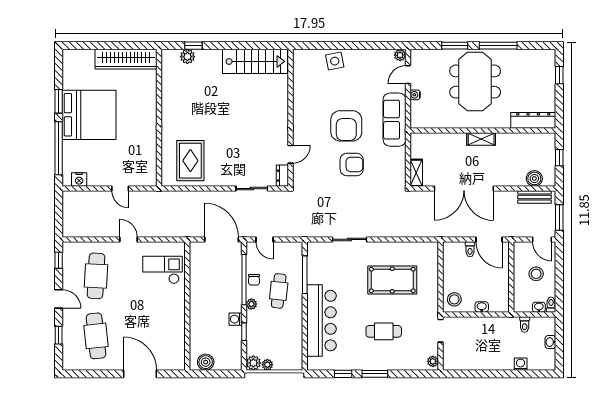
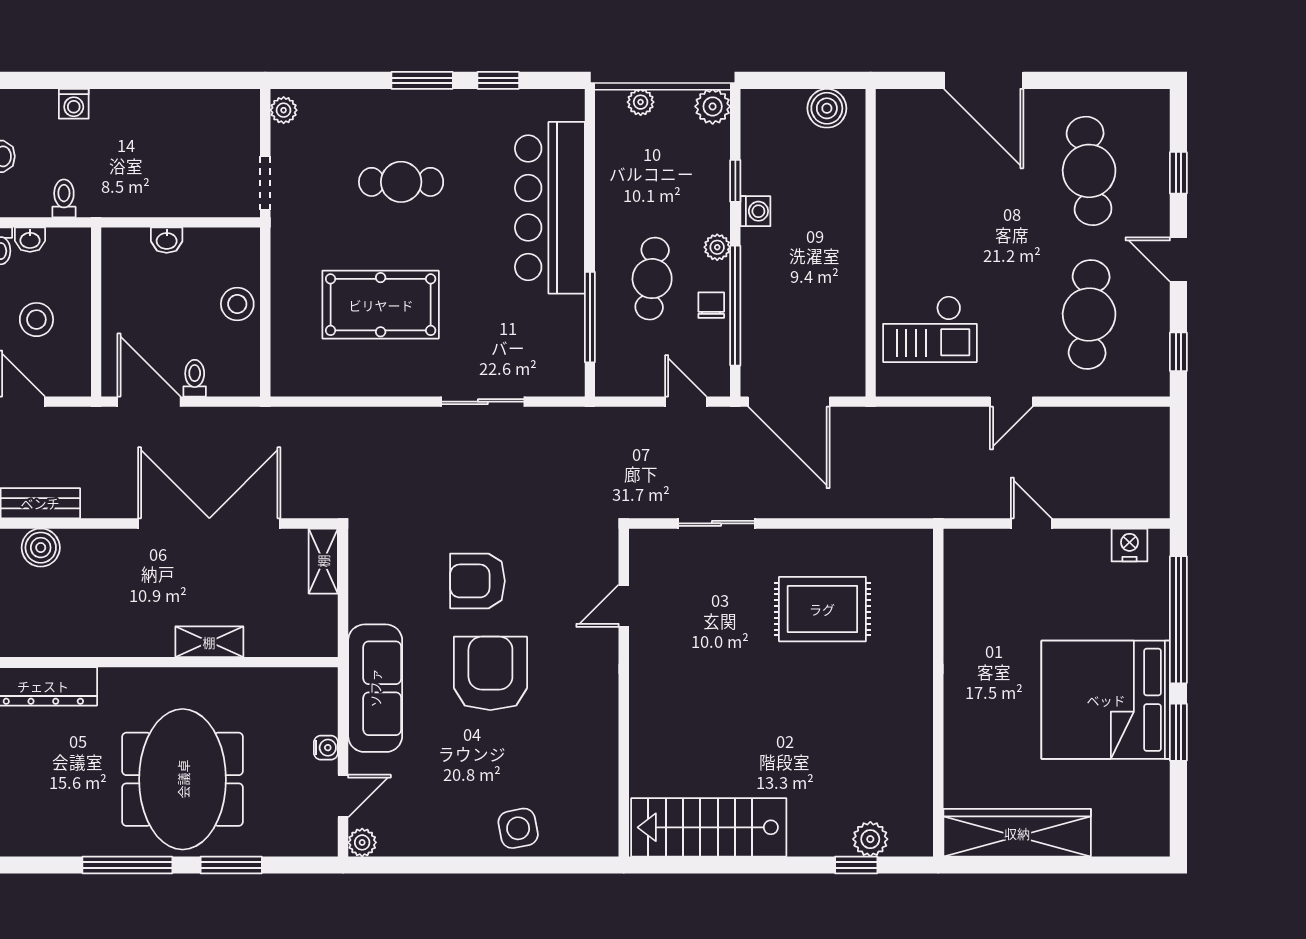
shelving: (481, 139) -> (209, 642), moved
rug: (190, 161) -> (822, 609), moved, turned 90
dresser: (282, 176) -> (643, 554), removed
door: (129, 239) -> (1011, 402), hinge flipped
stool: (454, 299) -> (237, 304), moved
plant: (267, 365) -> (641, 102), moved

